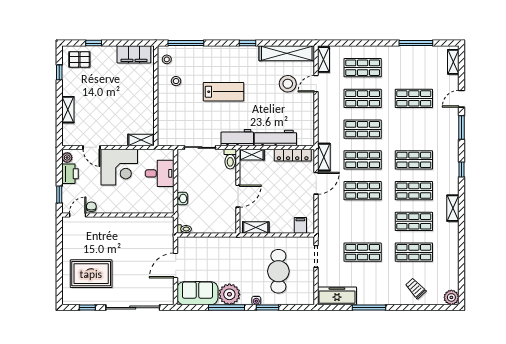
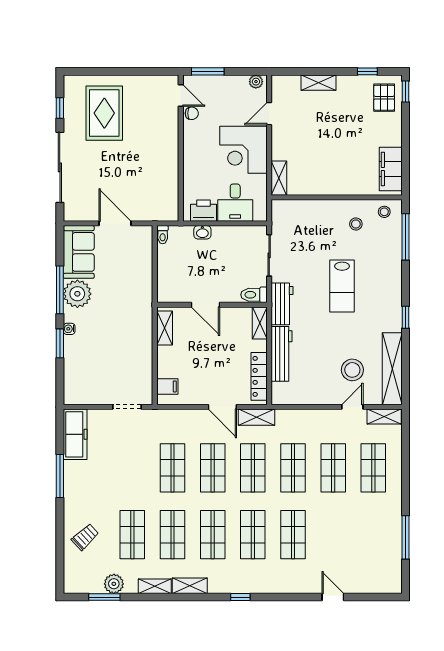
window: (94, 43) -> (406, 91), moved
shelving: (453, 62) -> (155, 586), moved
door: (316, 84) -> (352, 407), hinge flipped
shop shelf: (414, 98) -> (293, 535), moved
window: (462, 127) -> (104, 597), moved
printer: (70, 174) -> (204, 211), moved, turned 180
window: (59, 194) -> (208, 71), width x1.50
shop shelf: (363, 252) -> (172, 468), moved
cafe table: (278, 271) -> (107, 358), removed
plant: (451, 297) -> (114, 584), moved

